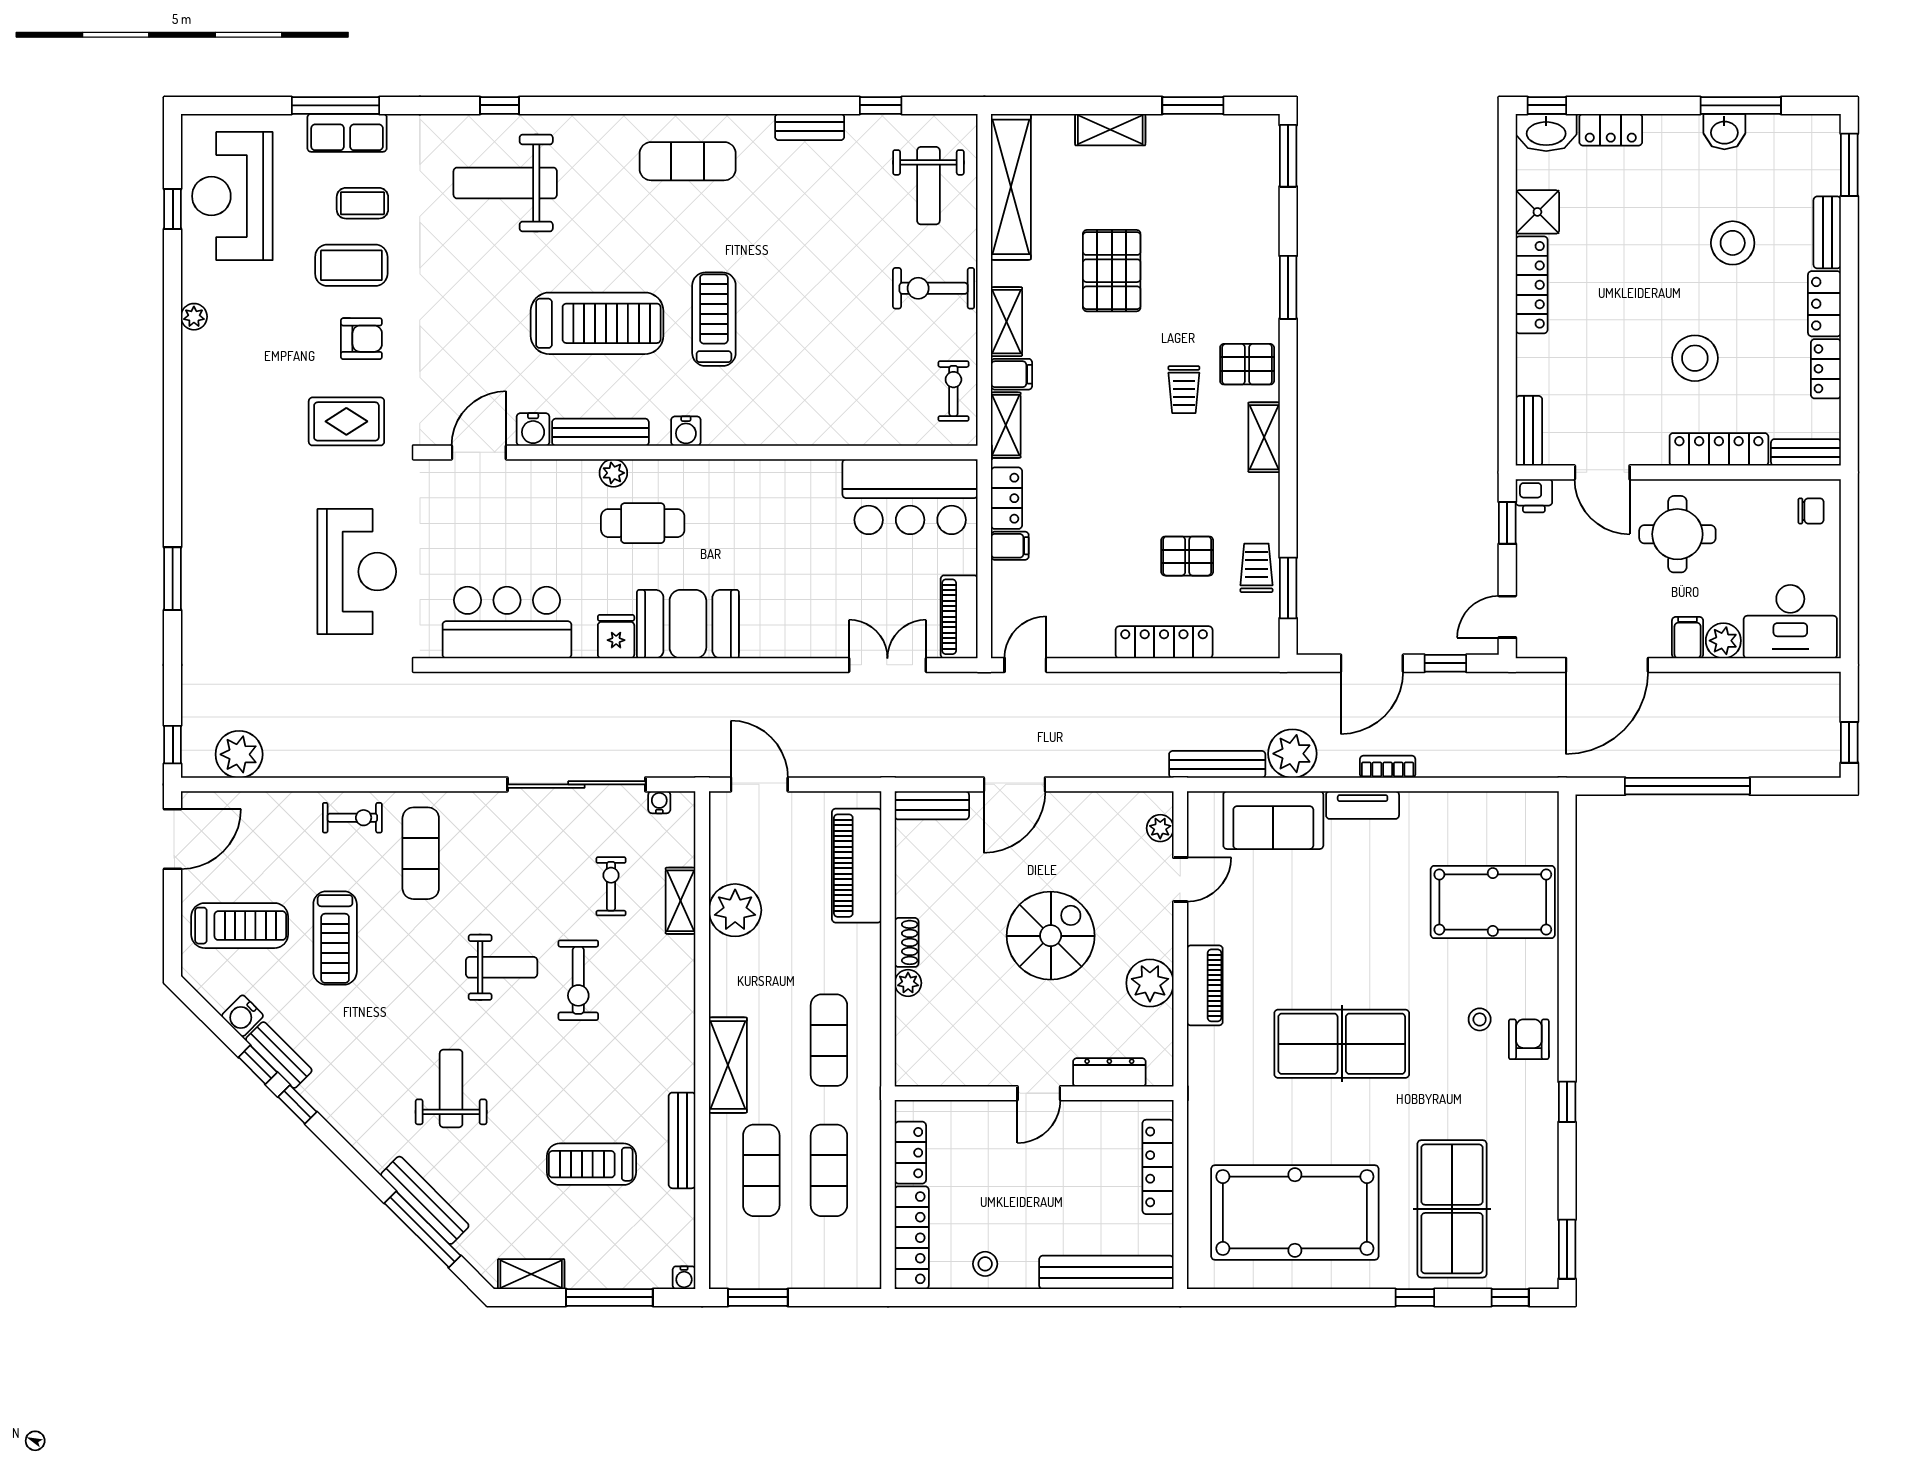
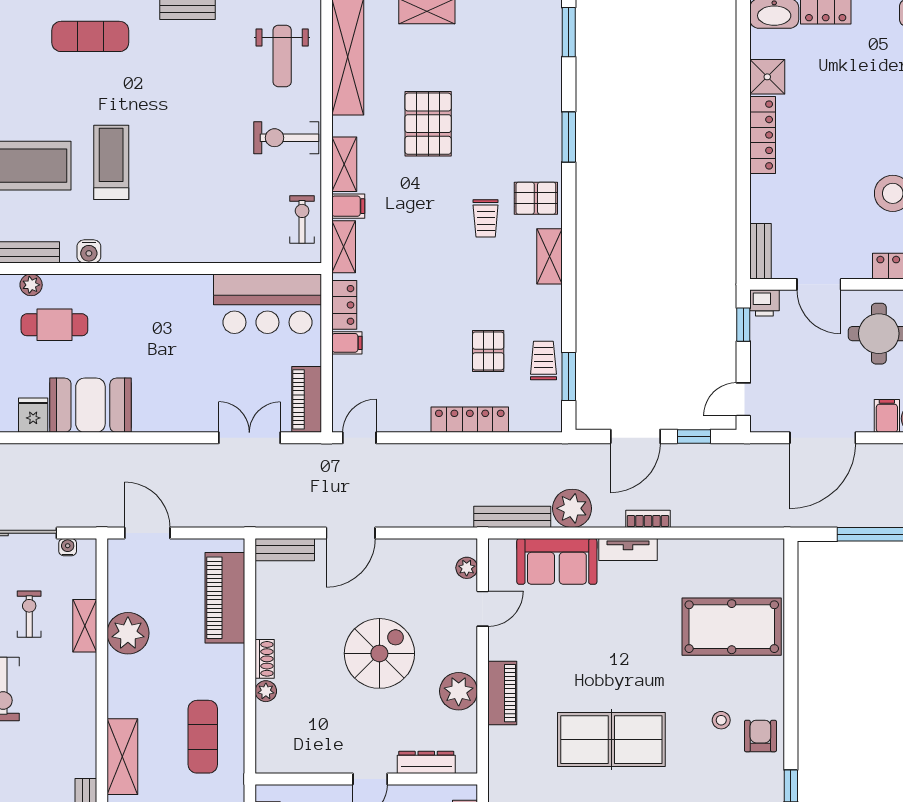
pallet: (1187, 556) -> (488, 351), turned 90

